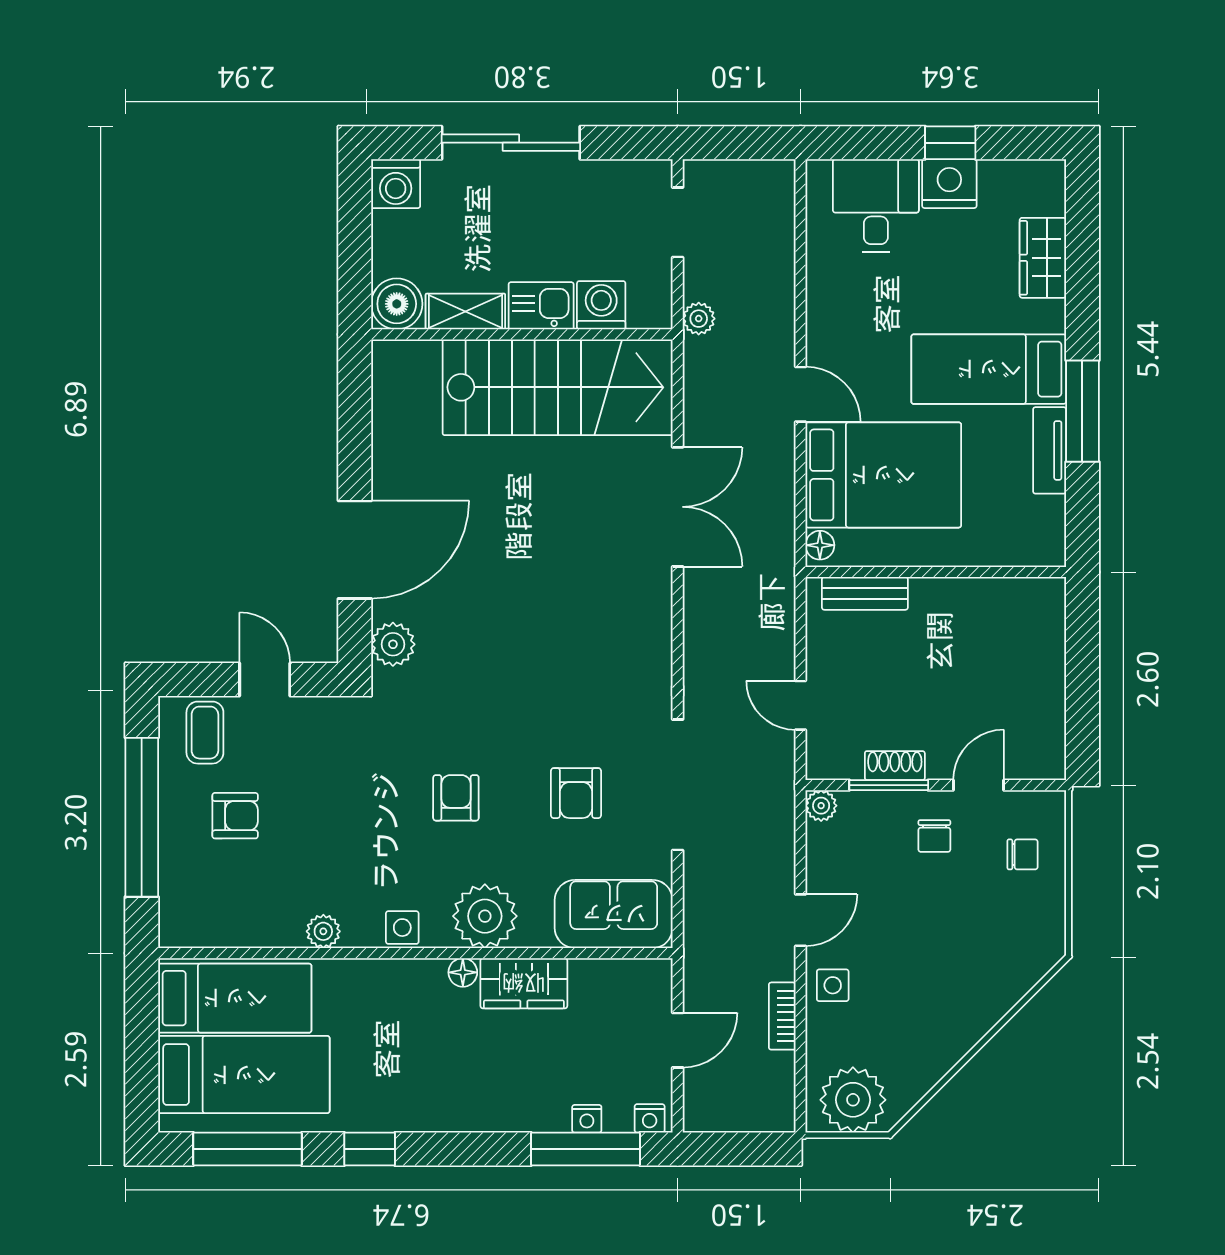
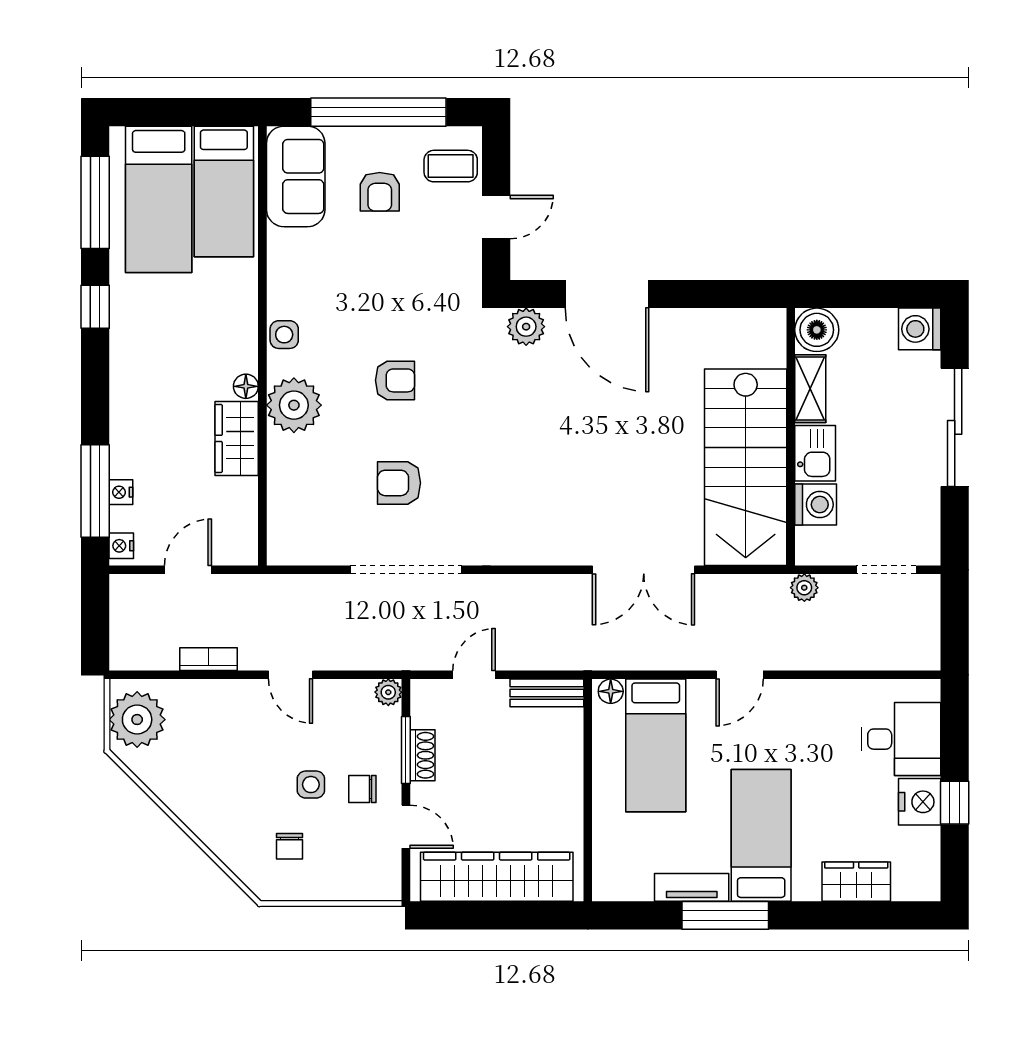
bed: (883, 475) -> (656, 745), width x0.67
bench: (865, 593) -> (547, 693), moved, turned 90
wardrobe: (1037, 679) -> (497, 877), added
chair: (1023, 854) -> (289, 846), moved
sofa: (614, 914) -> (296, 176), moved
plant: (323, 931) -> (281, 267), removed
side table: (833, 985) -> (311, 785), moved
door: (678, 1040) -> (188, 570), swing flipped

